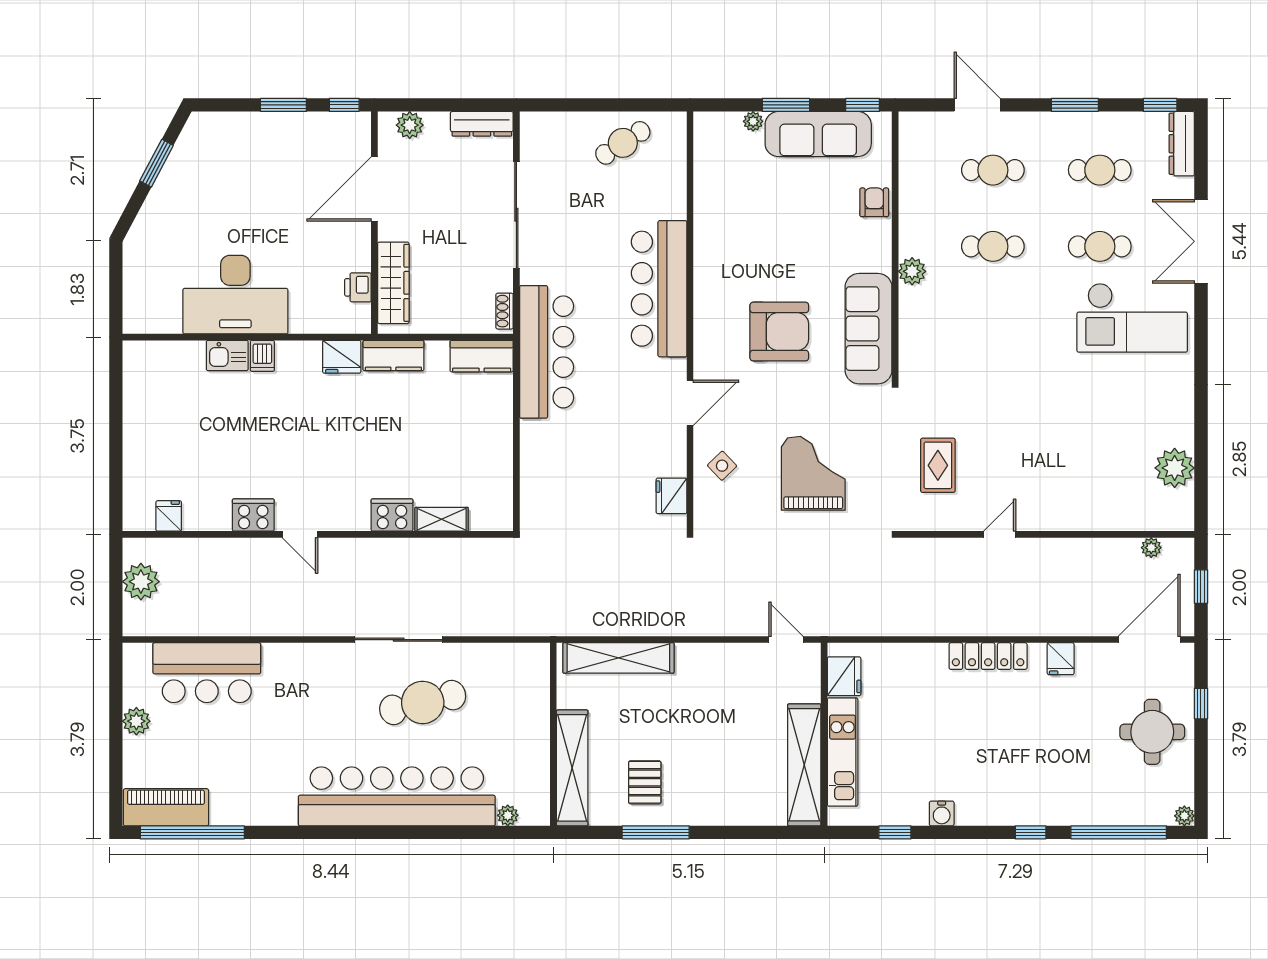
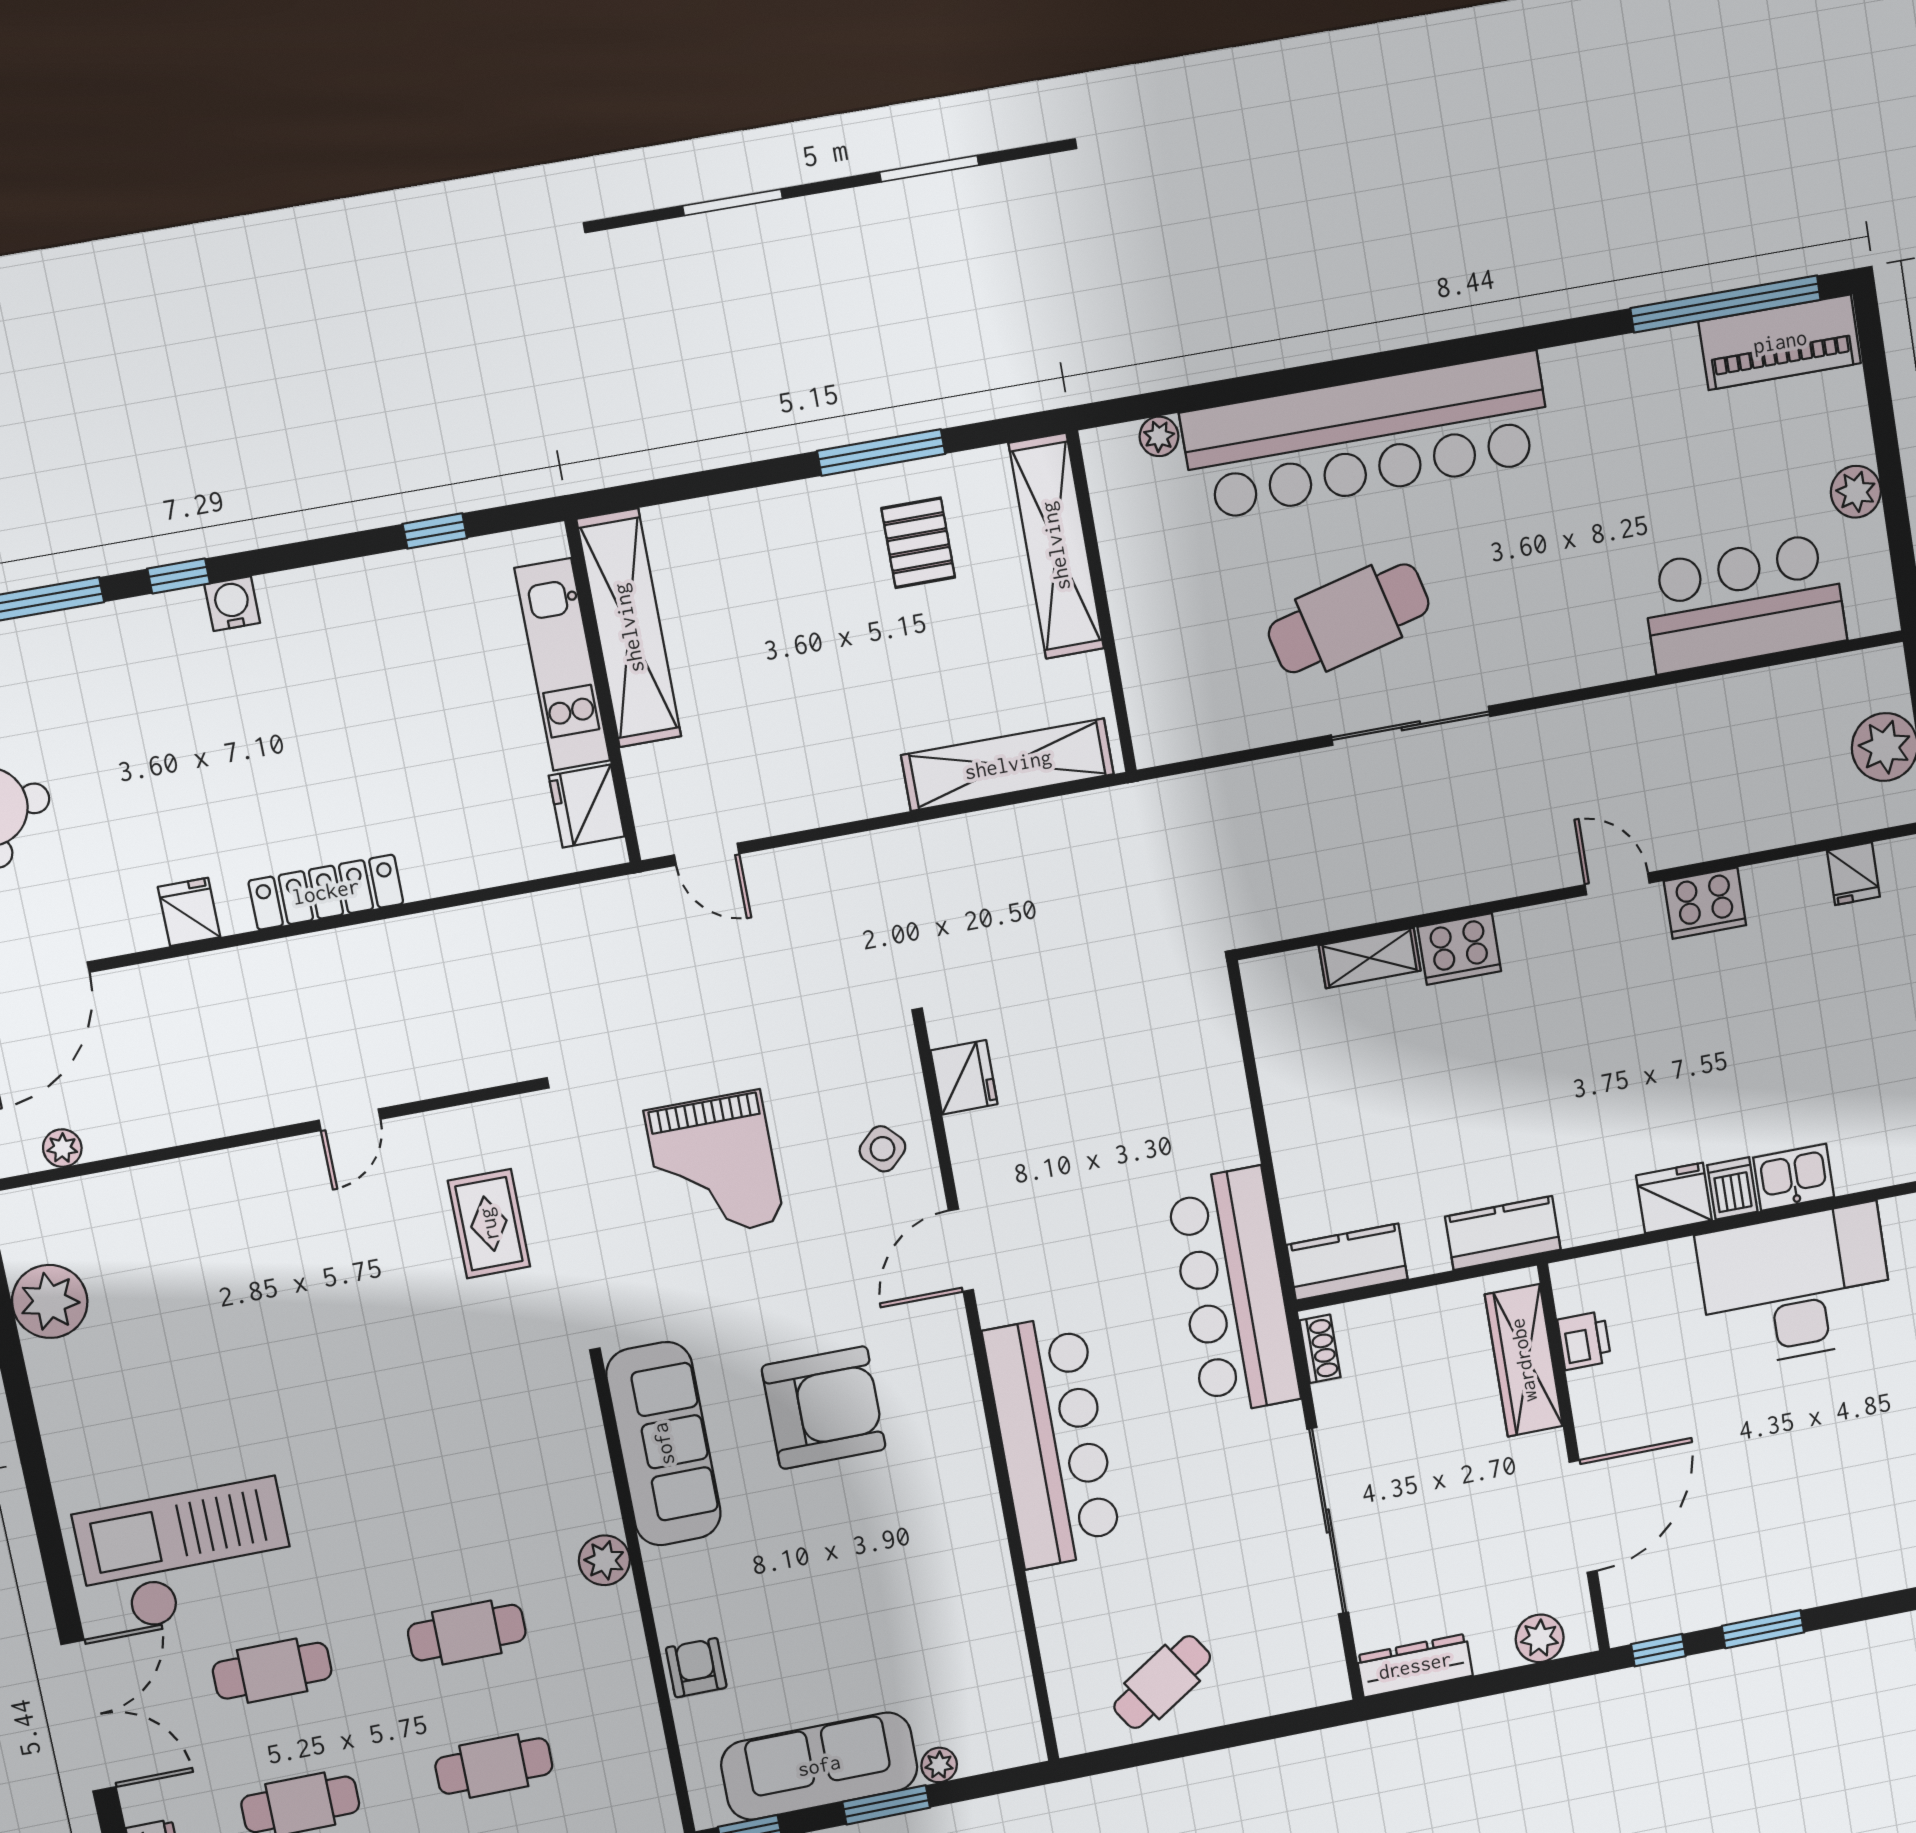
armchair: (874, 202) -> (696, 1668), turned 180
armchair: (779, 332) -> (824, 1408), turned 180
fridge: (342, 357) -> (1674, 1198), moved
water cooler: (942, 813) -> (232, 604), moved

